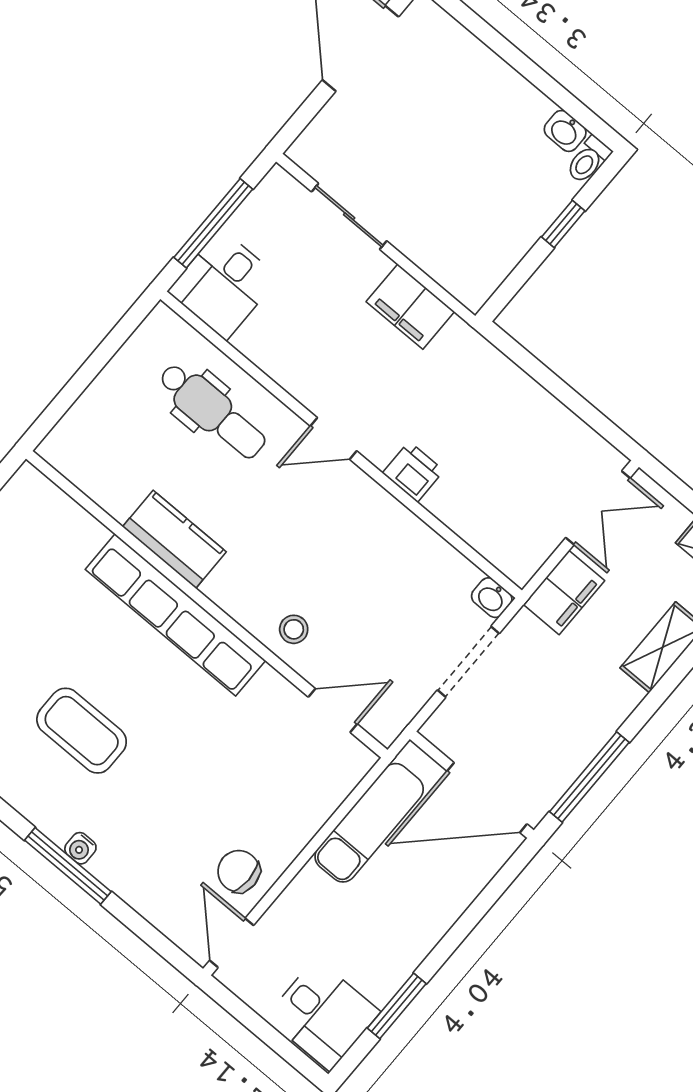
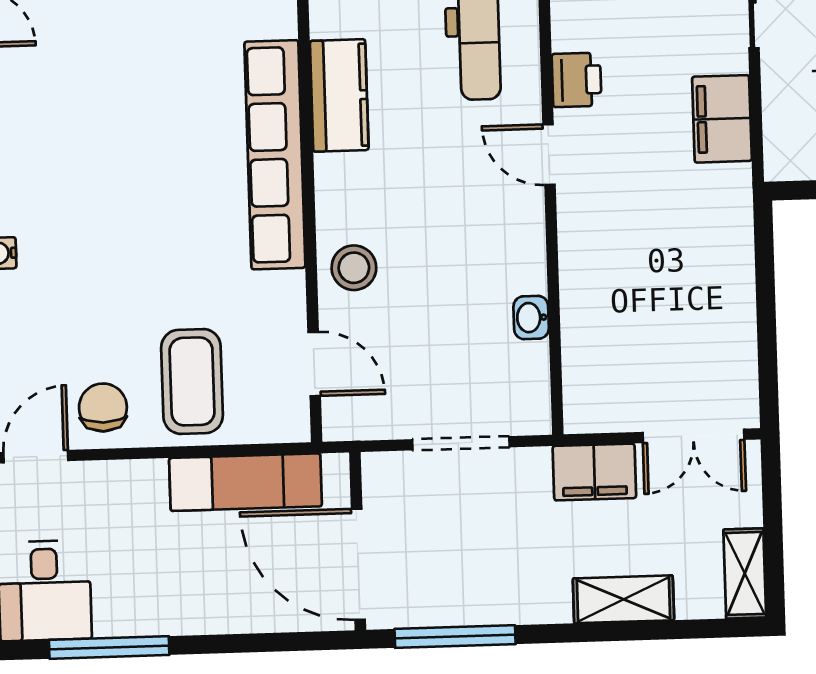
printer: (413, 472) -> (577, 80), moved
washbasin: (492, 598) -> (531, 318), moved
stool: (294, 629) -> (354, 268), width x1.37, depth x1.37
coffee table: (82, 731) -> (192, 381), moved
window: (397, 1006) -> (109, 647), width x1.44

